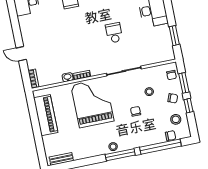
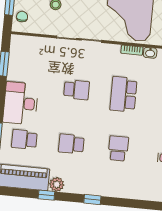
school desk: (114, 33) -> (77, 90), turned -90
school desk: (78, 40) -> (123, 94), added

